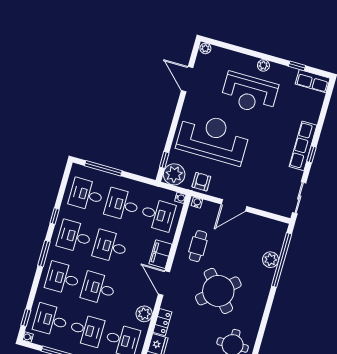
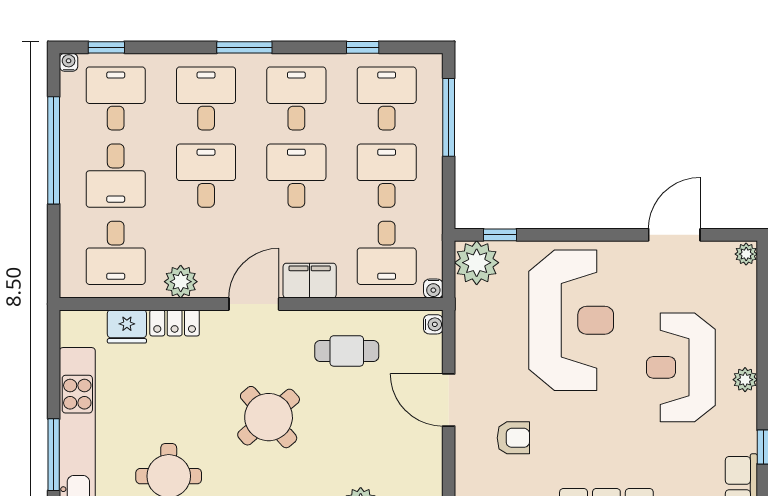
armchair: (201, 182) -> (513, 438), moved
window: (55, 216) -> (363, 47), moved
round table: (218, 291) -> (269, 417), width x0.73, depth x0.73

